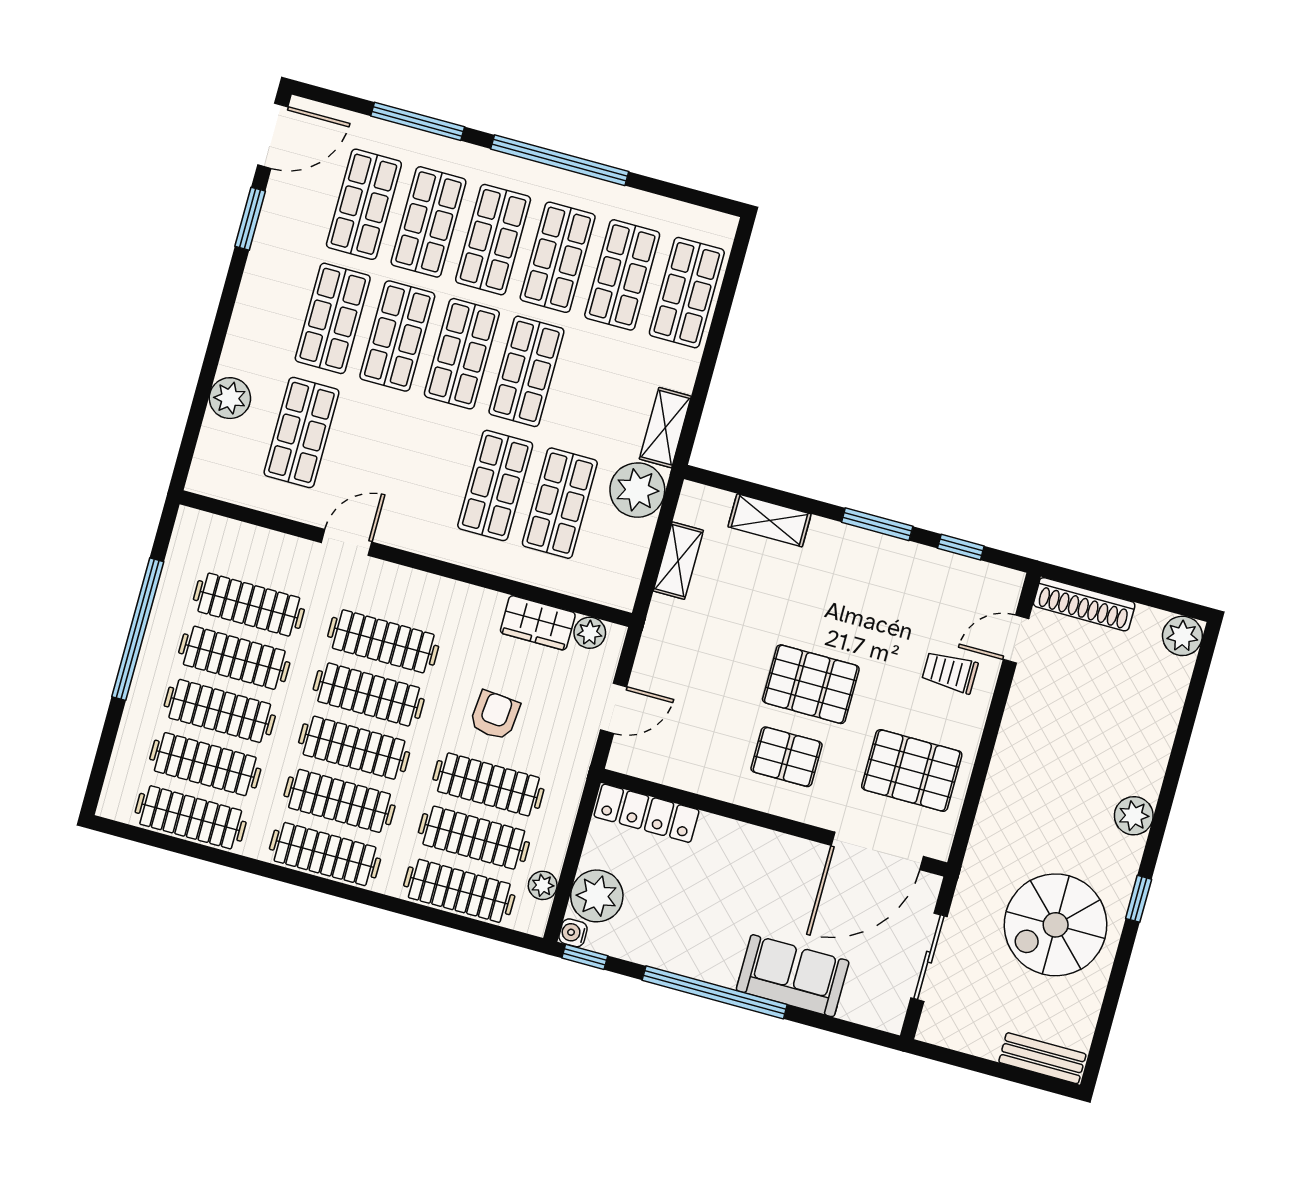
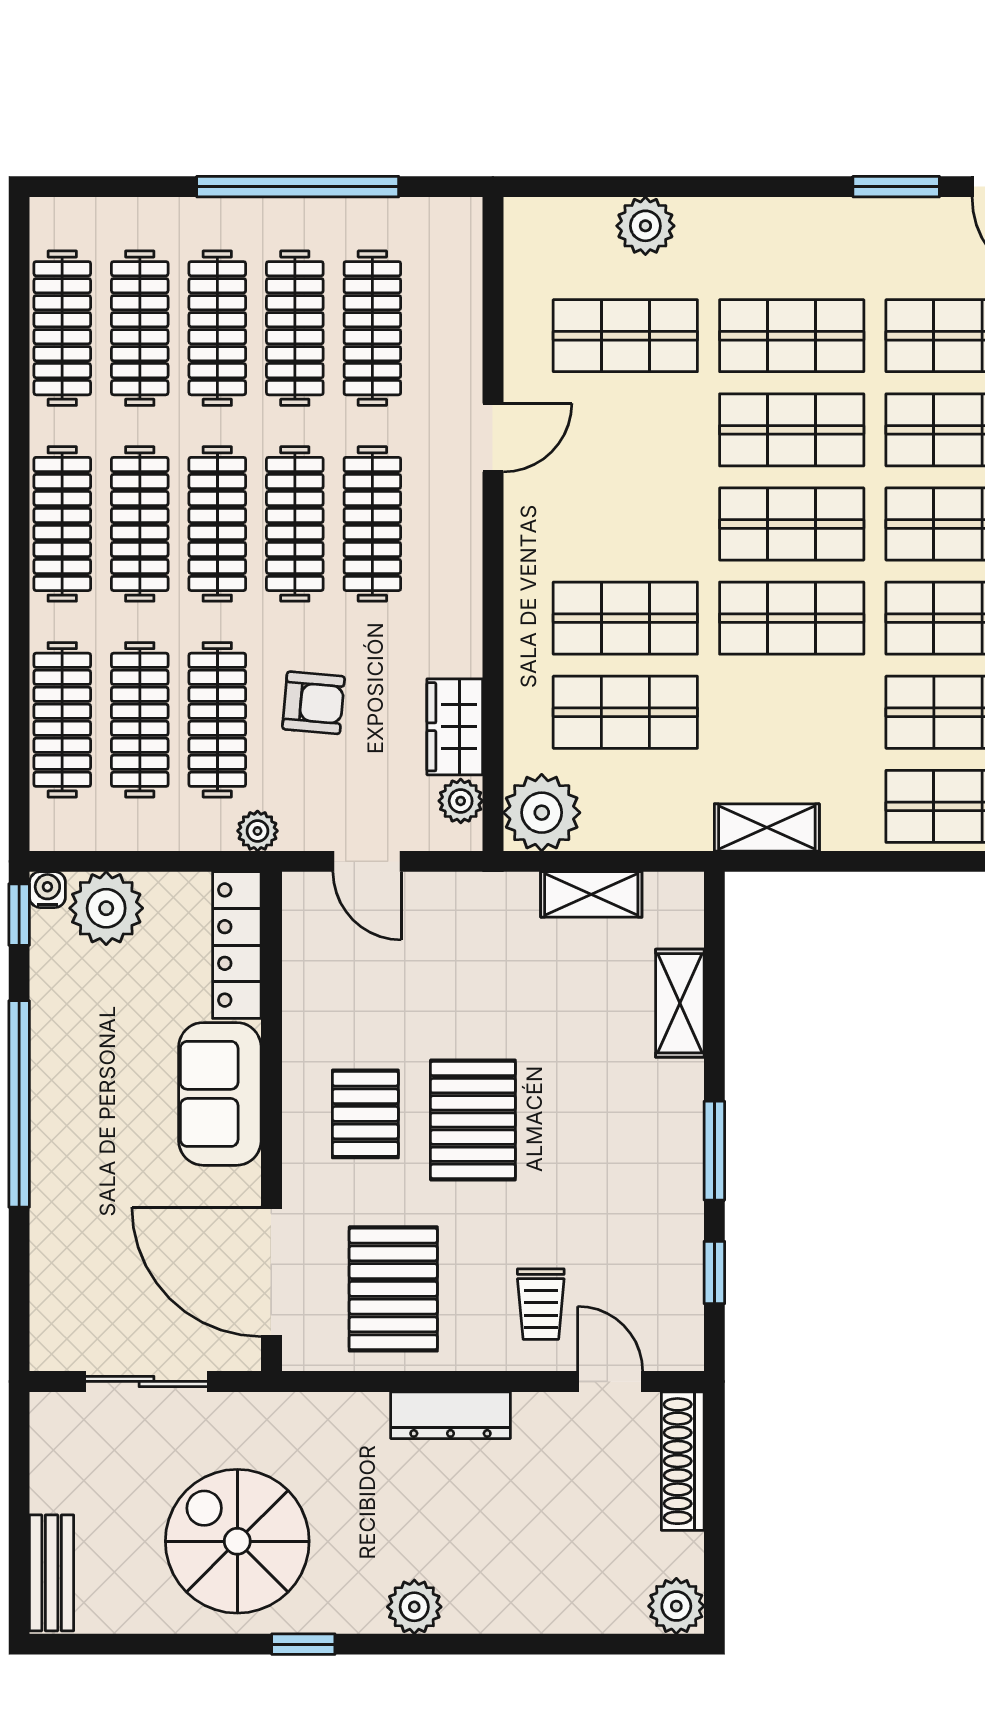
plant: (637, 490) -> (542, 813), moved
door: (347, 542) -> (493, 438), hinge flipped
trolley: (950, 672) -> (541, 1304), turned 180
dresser: (1009, 755) -> (451, 1415), added
plant: (543, 885) -> (258, 831), moved
sofa: (793, 976) -> (220, 1094), moved, turned 180

